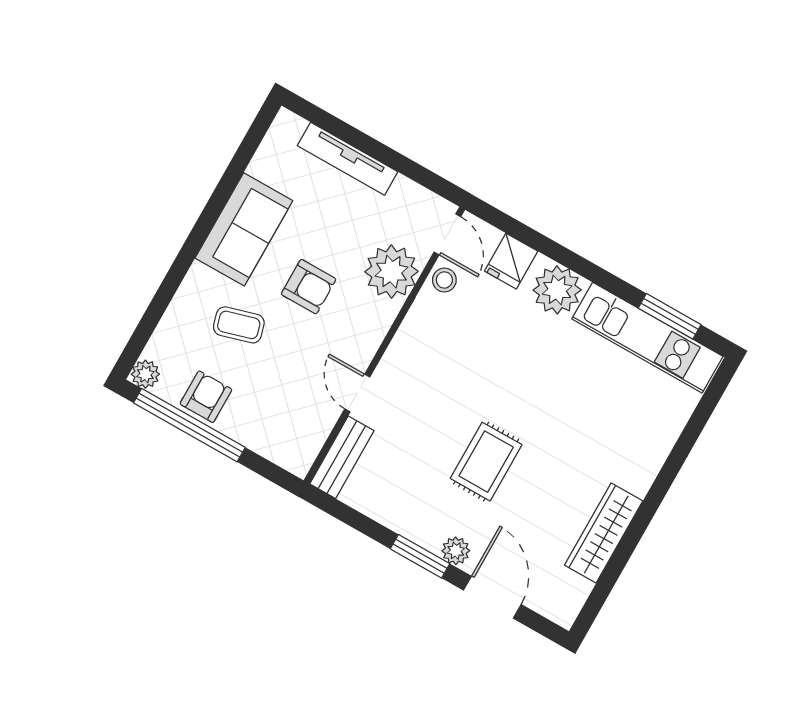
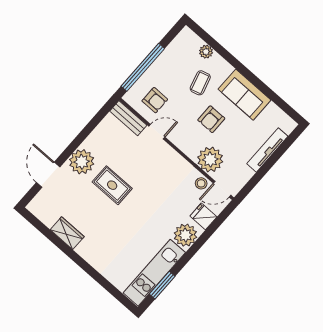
plant: (145, 374) -> (206, 52), moved
armchair: (206, 397) -> (155, 100), moved
window: (189, 425) -> (143, 67), moved
wardrobe: (604, 533) -> (67, 233), width x0.67
plant: (456, 551) -> (82, 162), width x1.87, depth x1.87
window: (420, 556) -> (74, 145), removed
door: (492, 597) -> (48, 175), swing flipped

